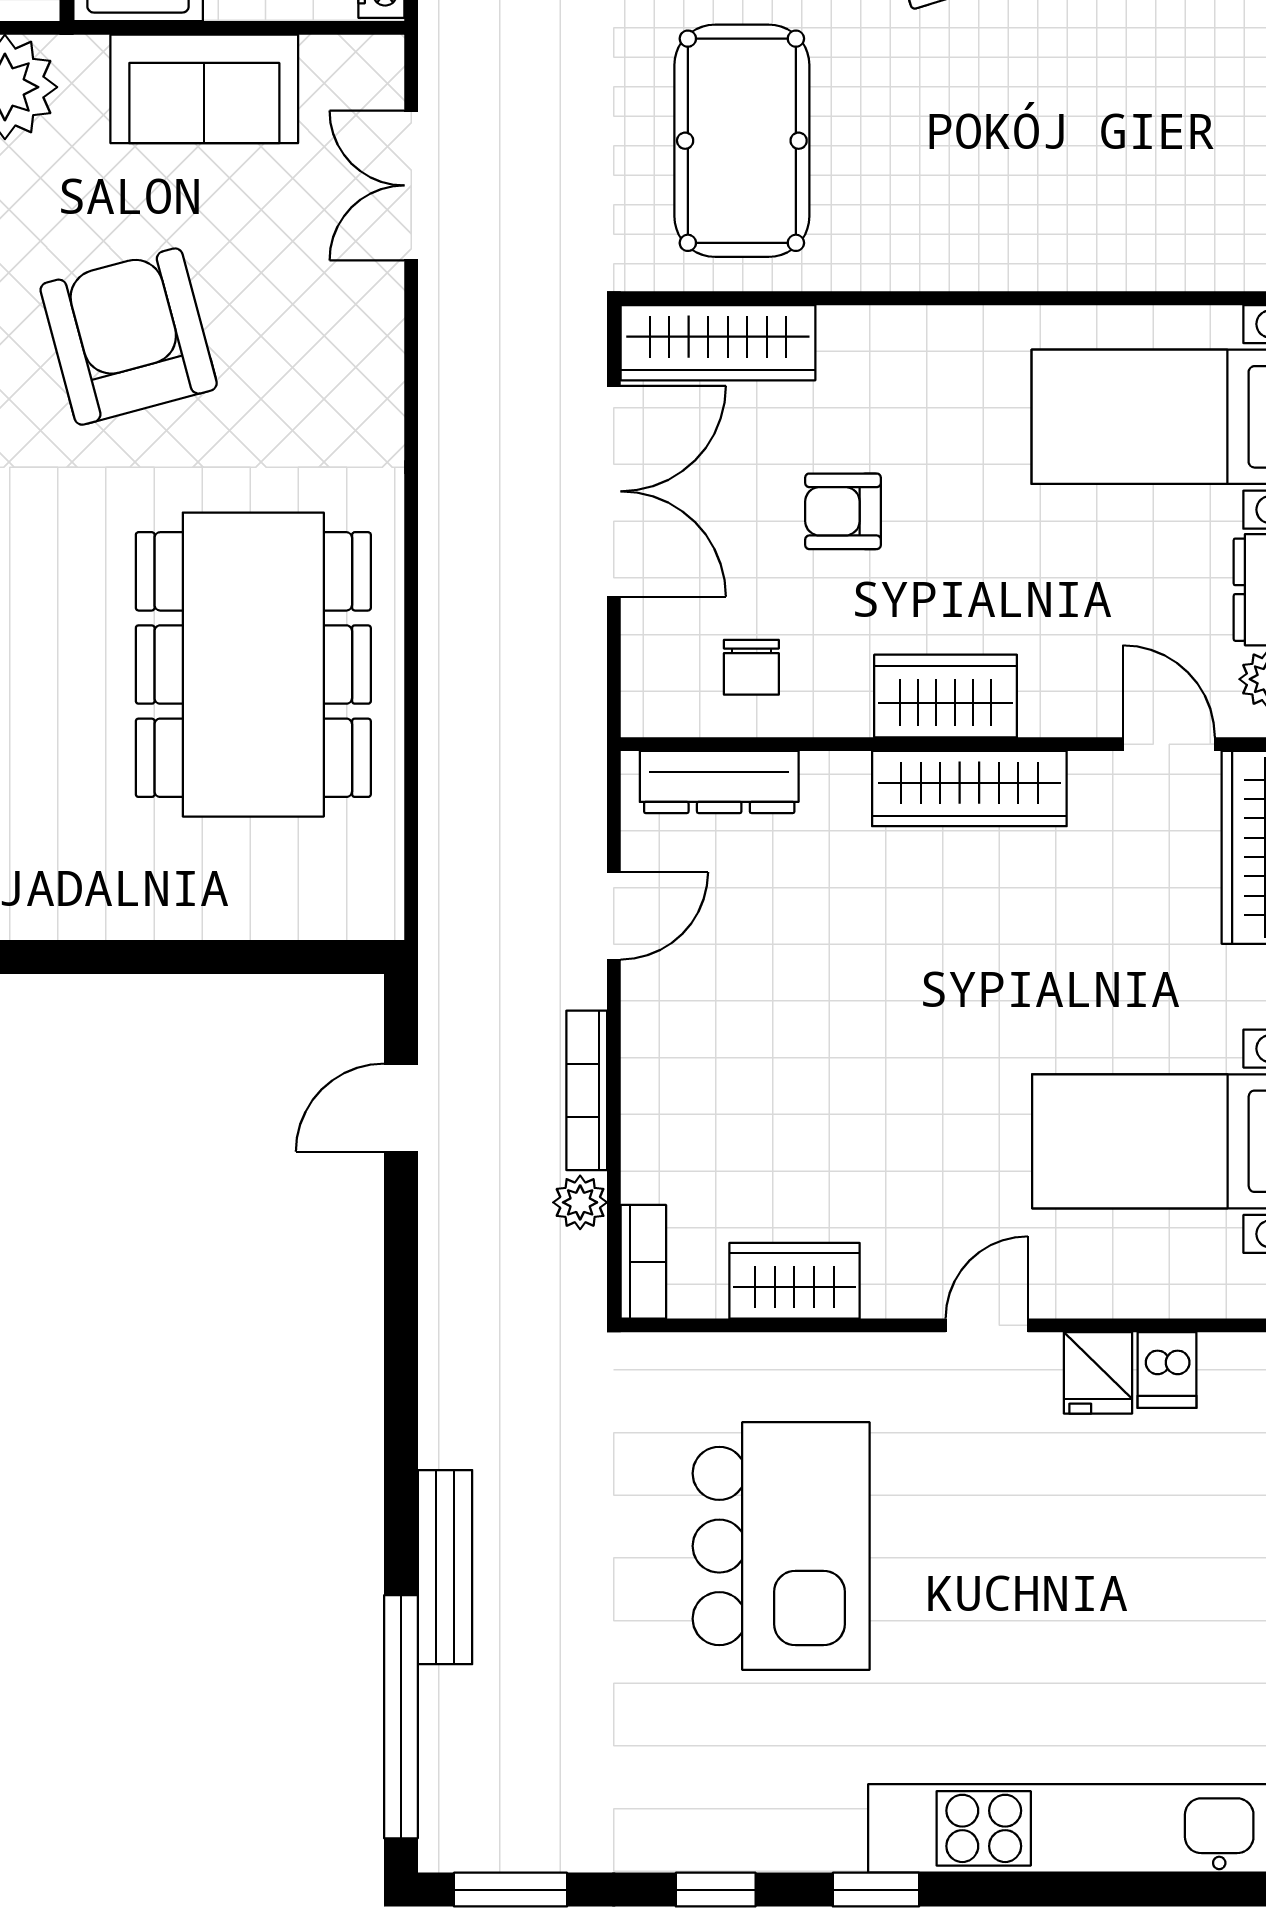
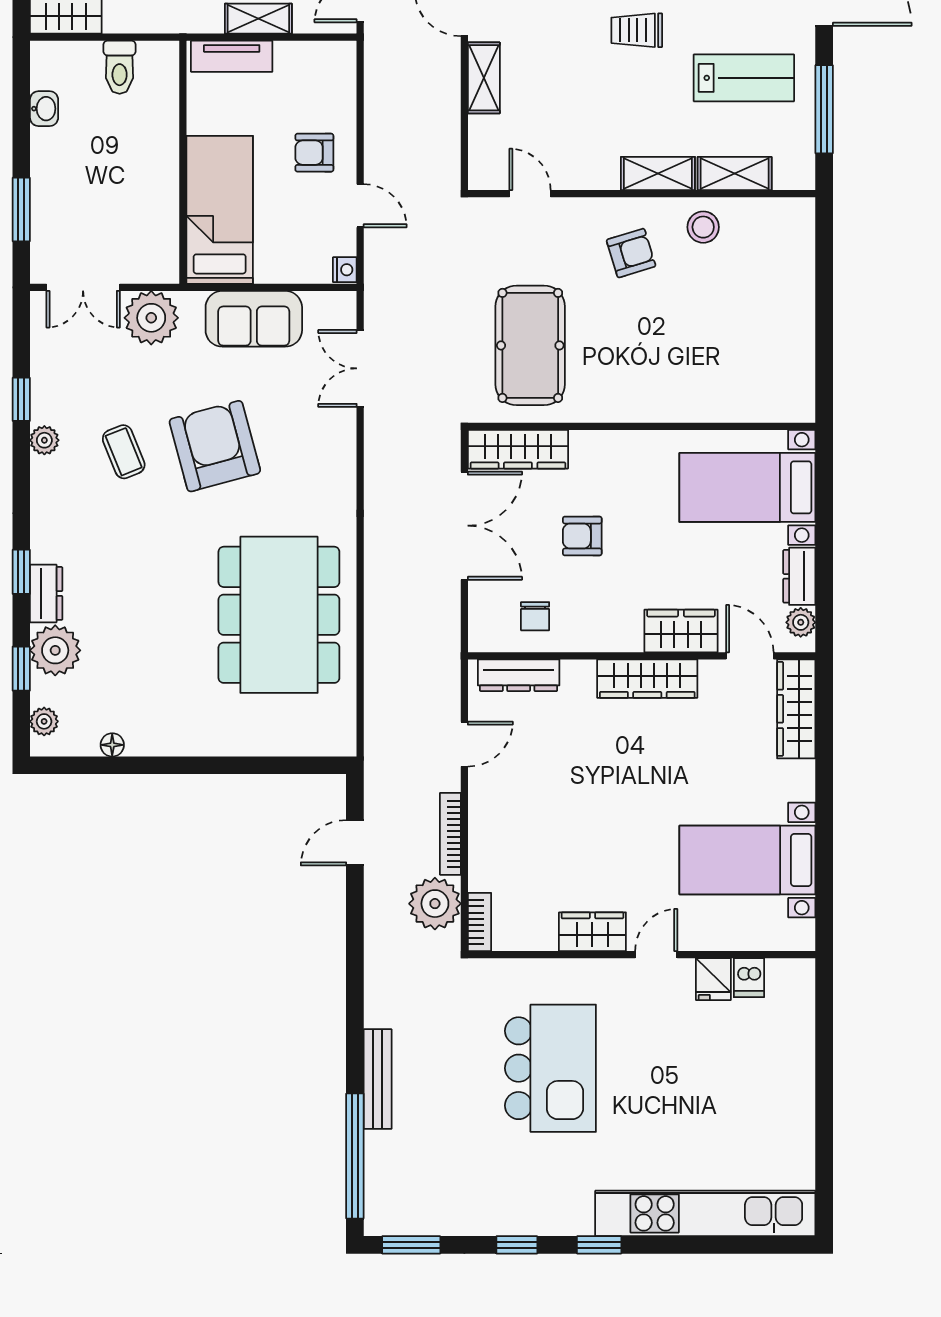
wardrobe: (946, 696) -> (681, 631), moved
plant: (580, 1202) -> (435, 904), width x1.88, depth x1.88
wardrobe: (794, 1281) -> (592, 932), moved

